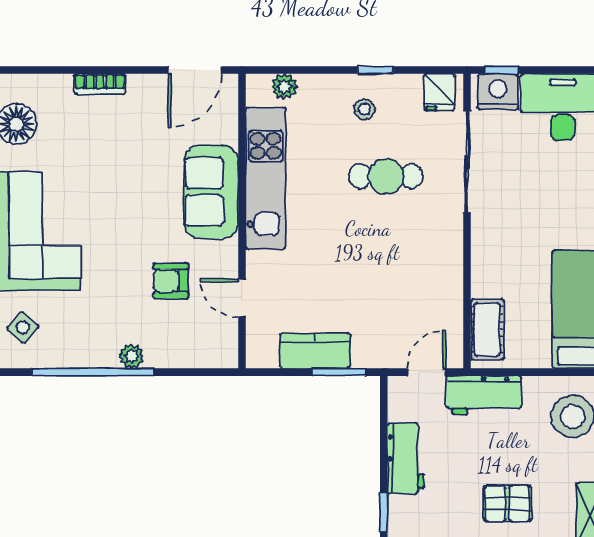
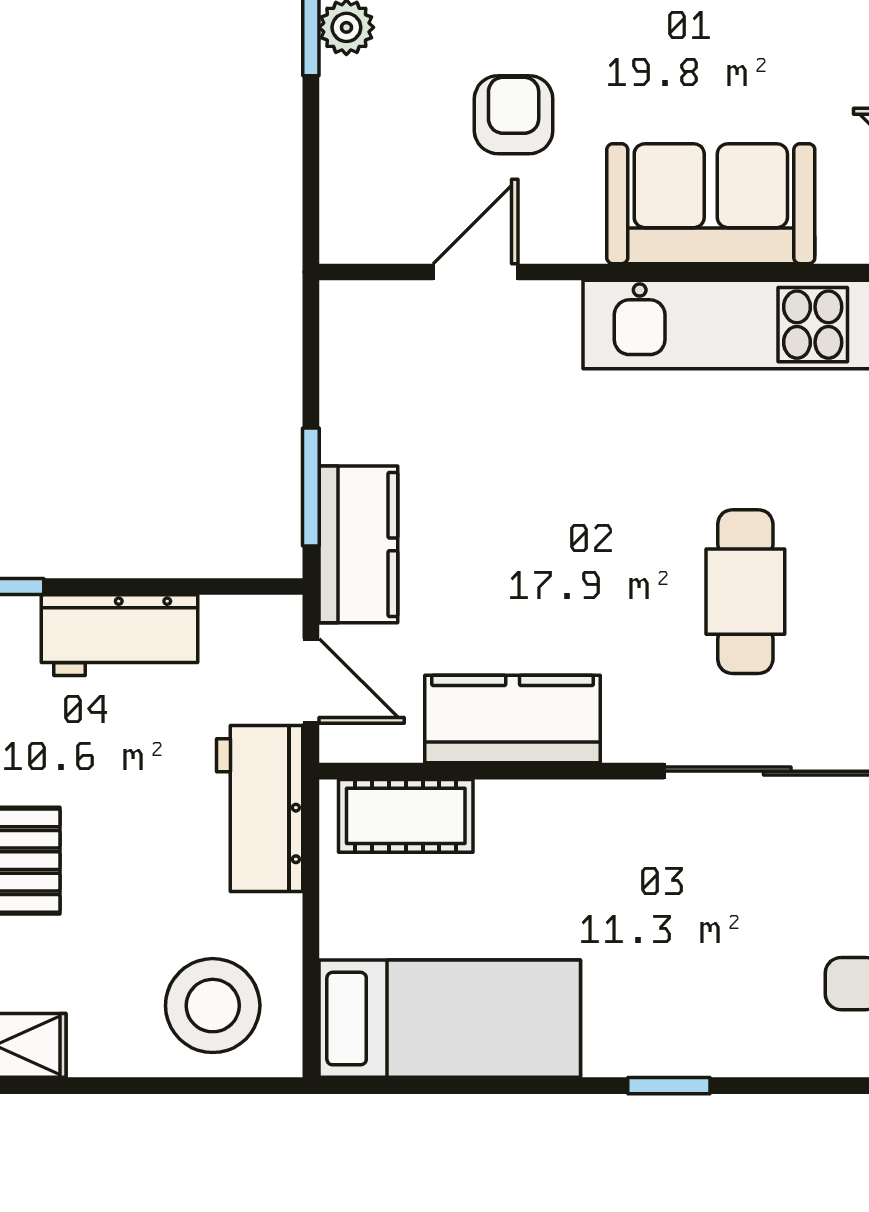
kitchen counter: (444, 281) -> (513, 719), added
kitchen counter: (315, 351) -> (358, 544), moved

